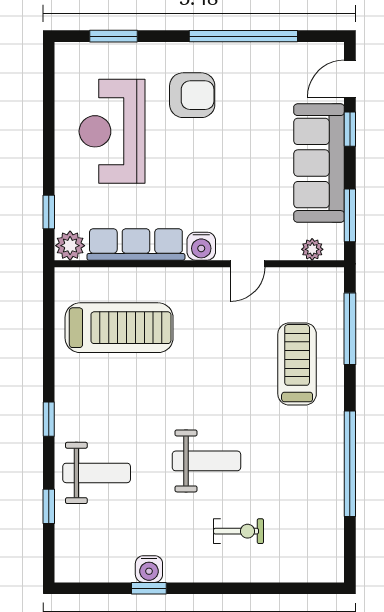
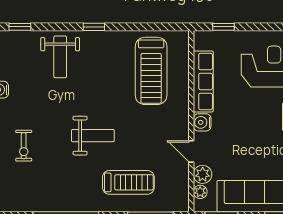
plant: (70, 246) -> (203, 174), moved
weight bench: (206, 461) -> (93, 136), moved, turned -90
window: (49, 506) -> (20, 27), moved

